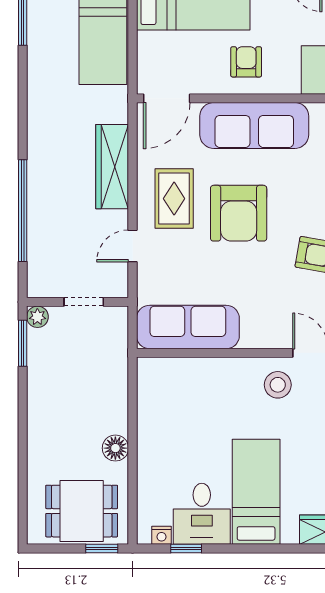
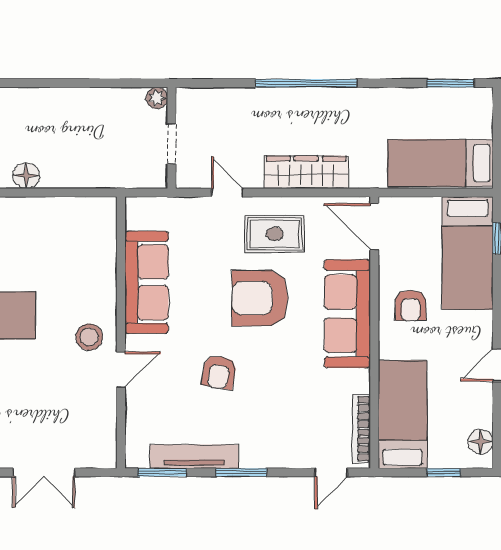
armchair: (246, 62) -> (411, 306), turned 90
window: (23, 211) -> (306, 83), moved
sofa: (188, 327) -> (147, 282), moved
window: (23, 343) -> (131, 83), removed

